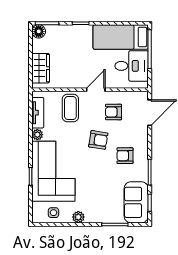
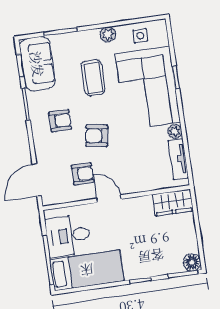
wardrobe: (41, 68) -> (173, 203), moved, turned -90
door: (96, 90) -> (109, 199), swing flipped
coffee table: (70, 108) -> (93, 78), moved

